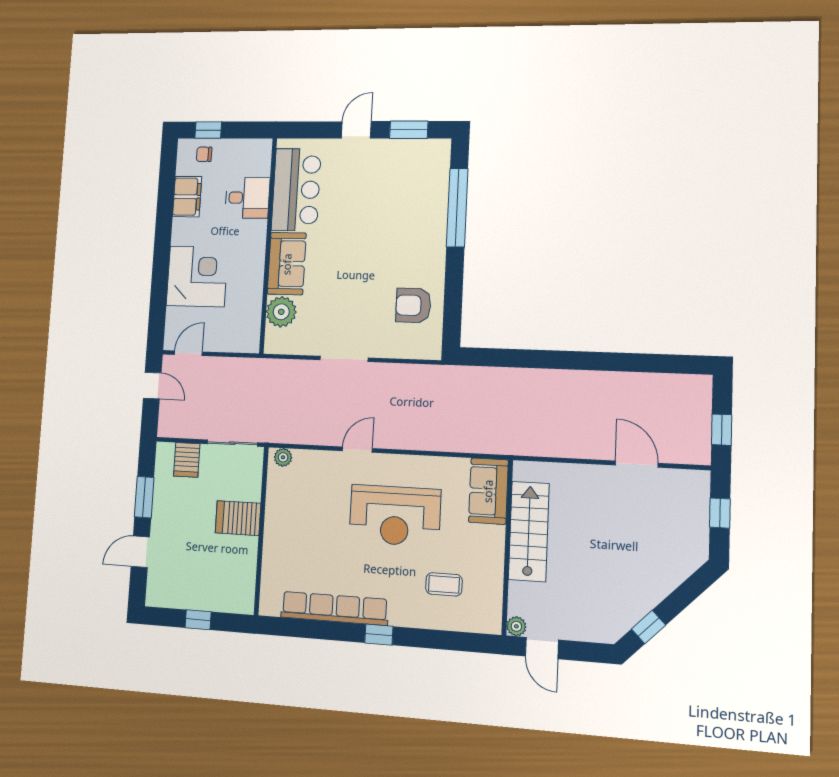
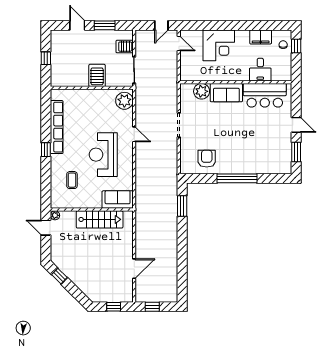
window: (457, 208) -> (237, 178), moved
window: (507, 358) -> (182, 206), added
plant: (283, 457) -> (124, 101), width x1.87, depth x1.87
door: (542, 648) -> (46, 228), hinge flipped

